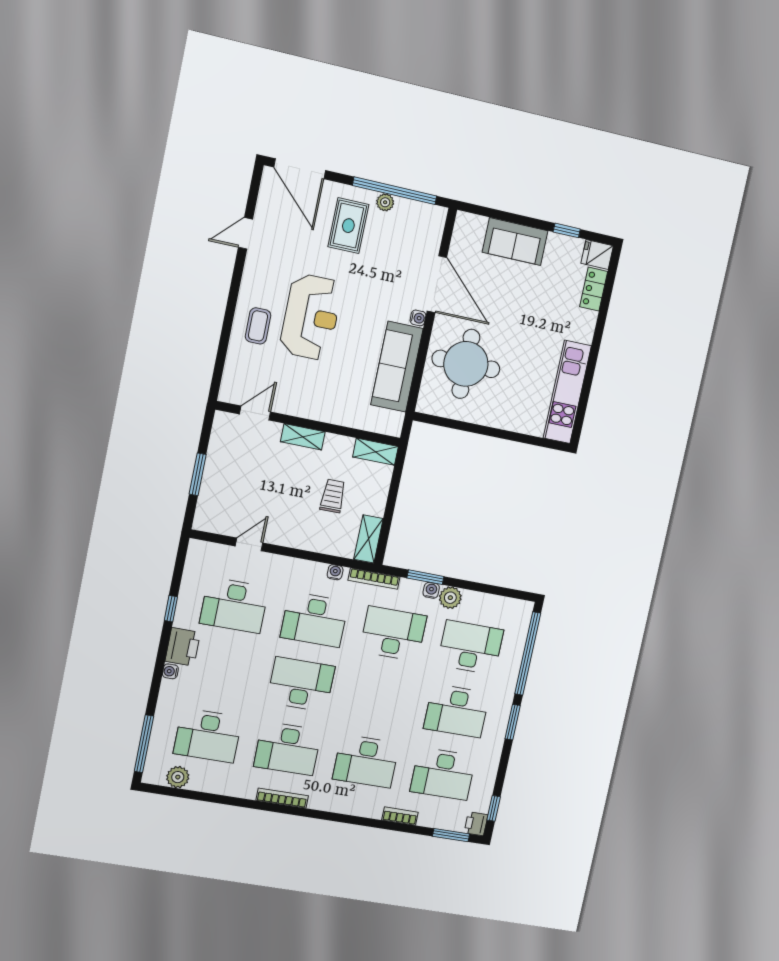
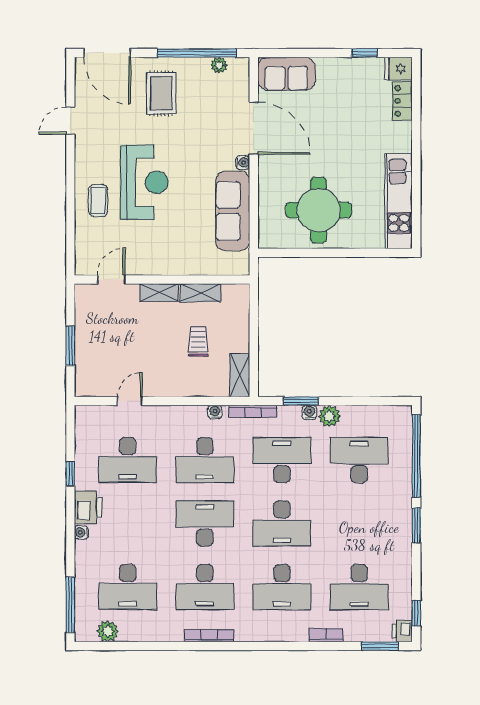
plant: (385, 202) -> (219, 65), moved
sofa: (515, 242) -> (286, 74), moved
round table: (466, 364) -> (319, 210), moved
shelving: (376, 452) -> (201, 293), moved
desk: (457, 711) -> (282, 524), moved

